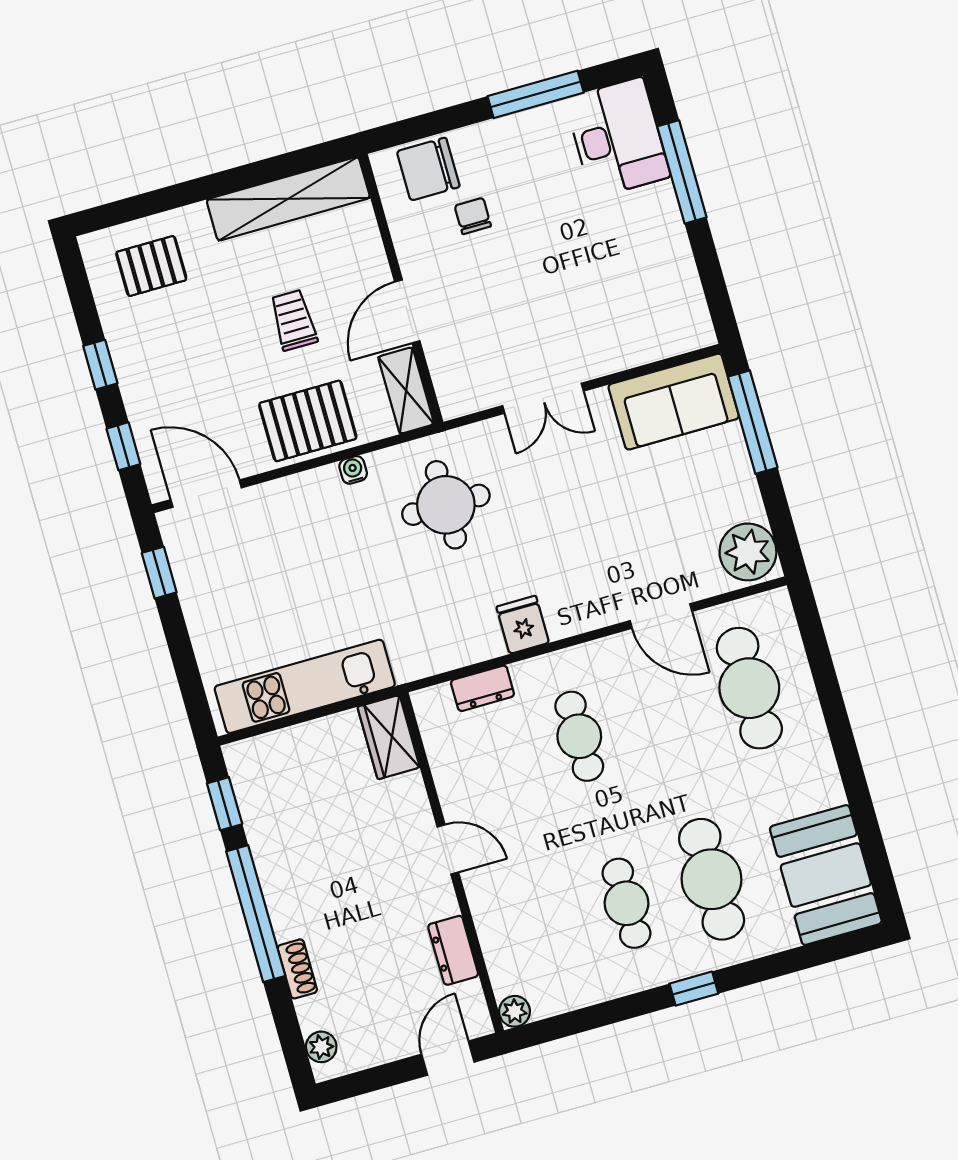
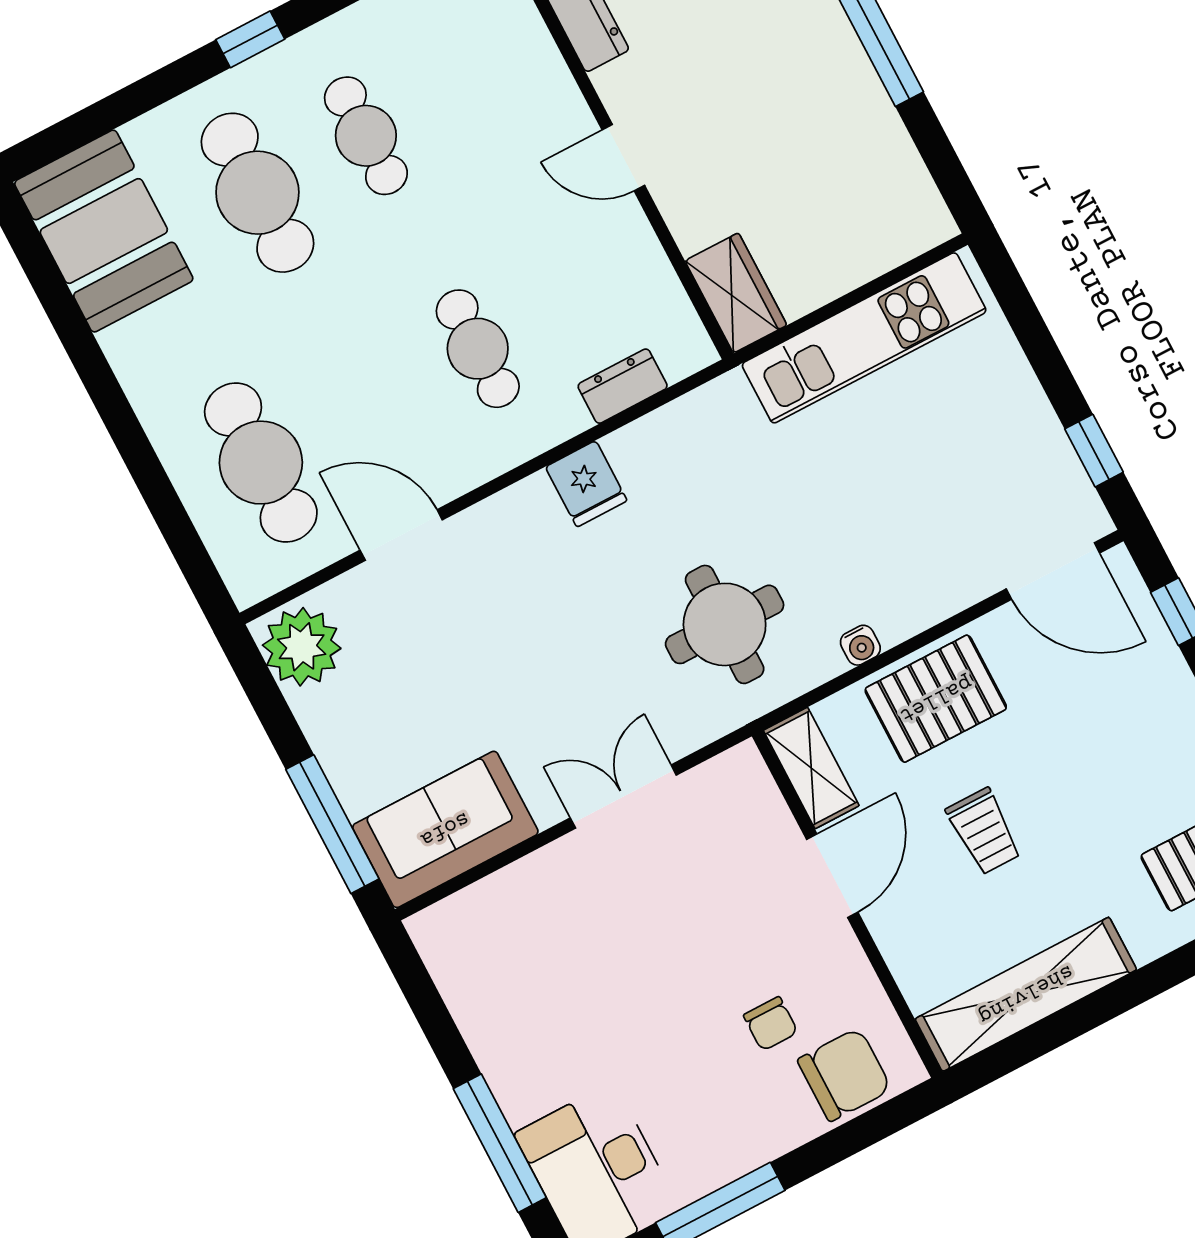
window: (225, 804) -> (939, 156), removed

